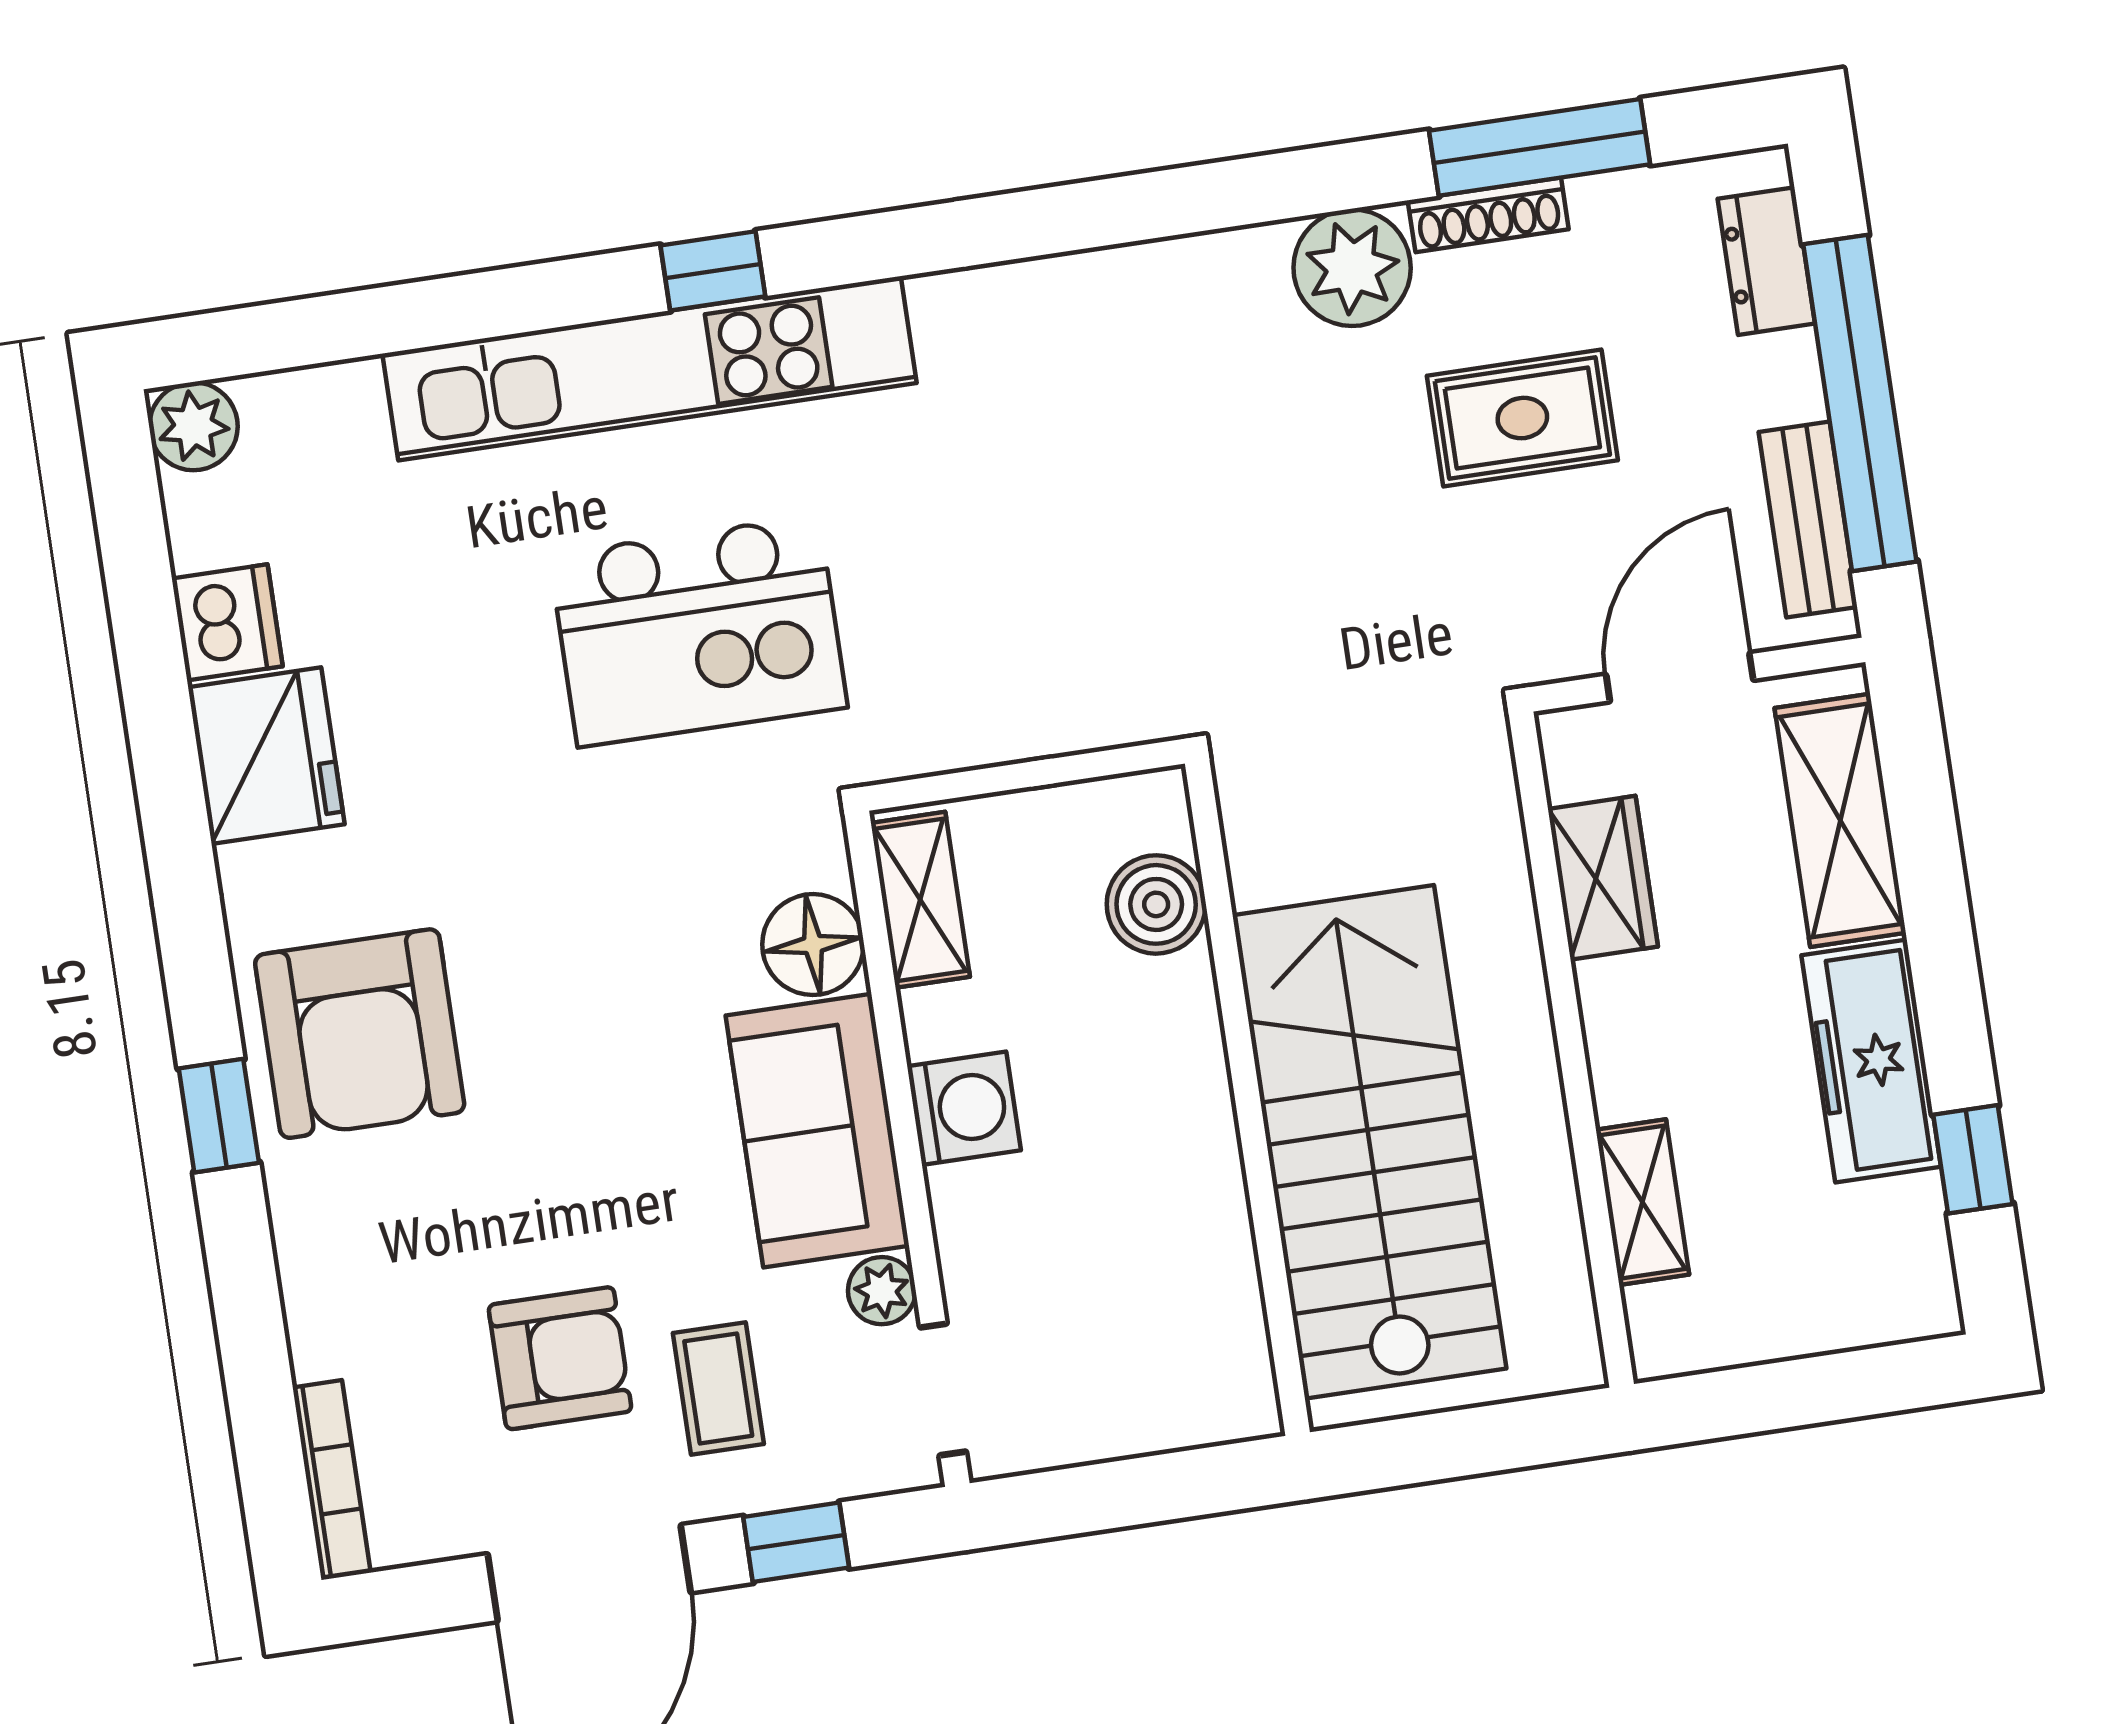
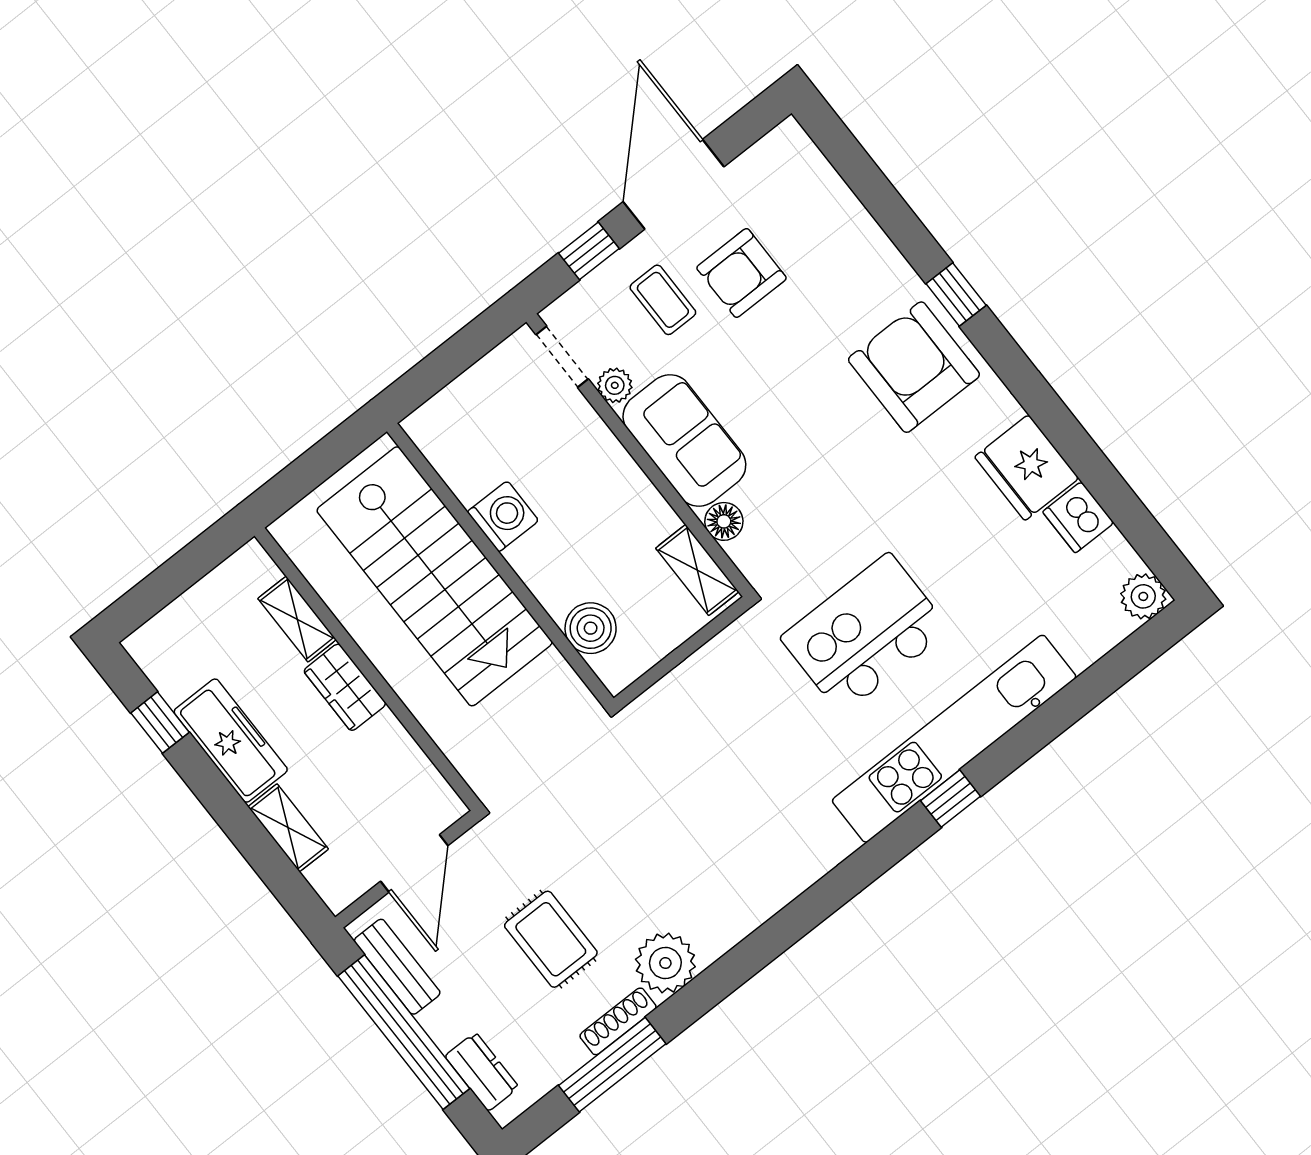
rug: (1522, 418) -> (551, 939), turned 90
shelving: (1840, 820) -> (288, 828), width x0.67, depth x0.75
wardrobe: (1603, 878) -> (345, 687), moved
floor lamp: (813, 945) -> (724, 521), width x0.73, depth x0.73
washing machine: (964, 1108) -> (503, 516), moved, turned 180
bookcase: (332, 1480) -> (813, 160), removed

